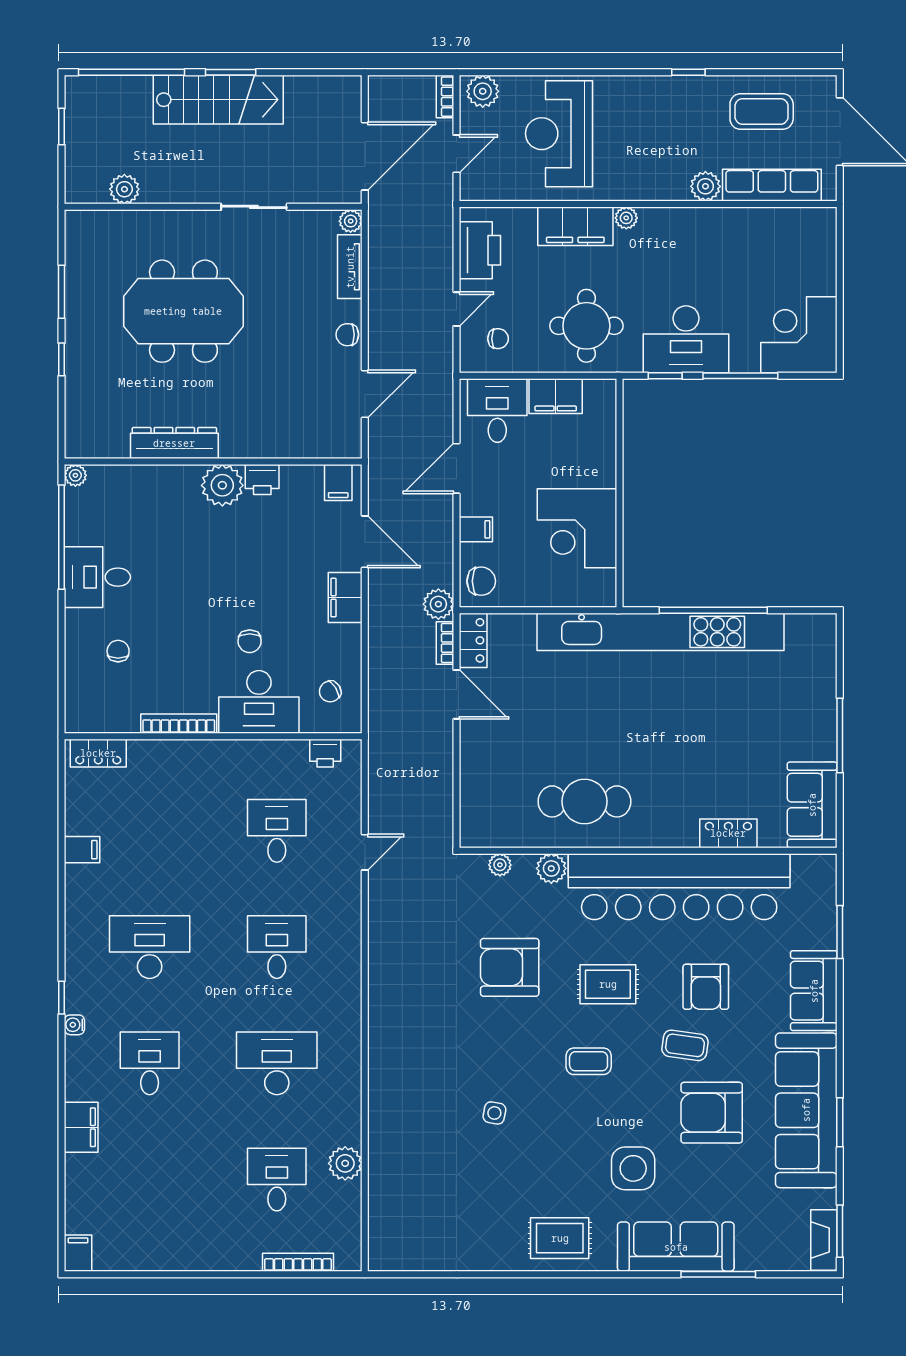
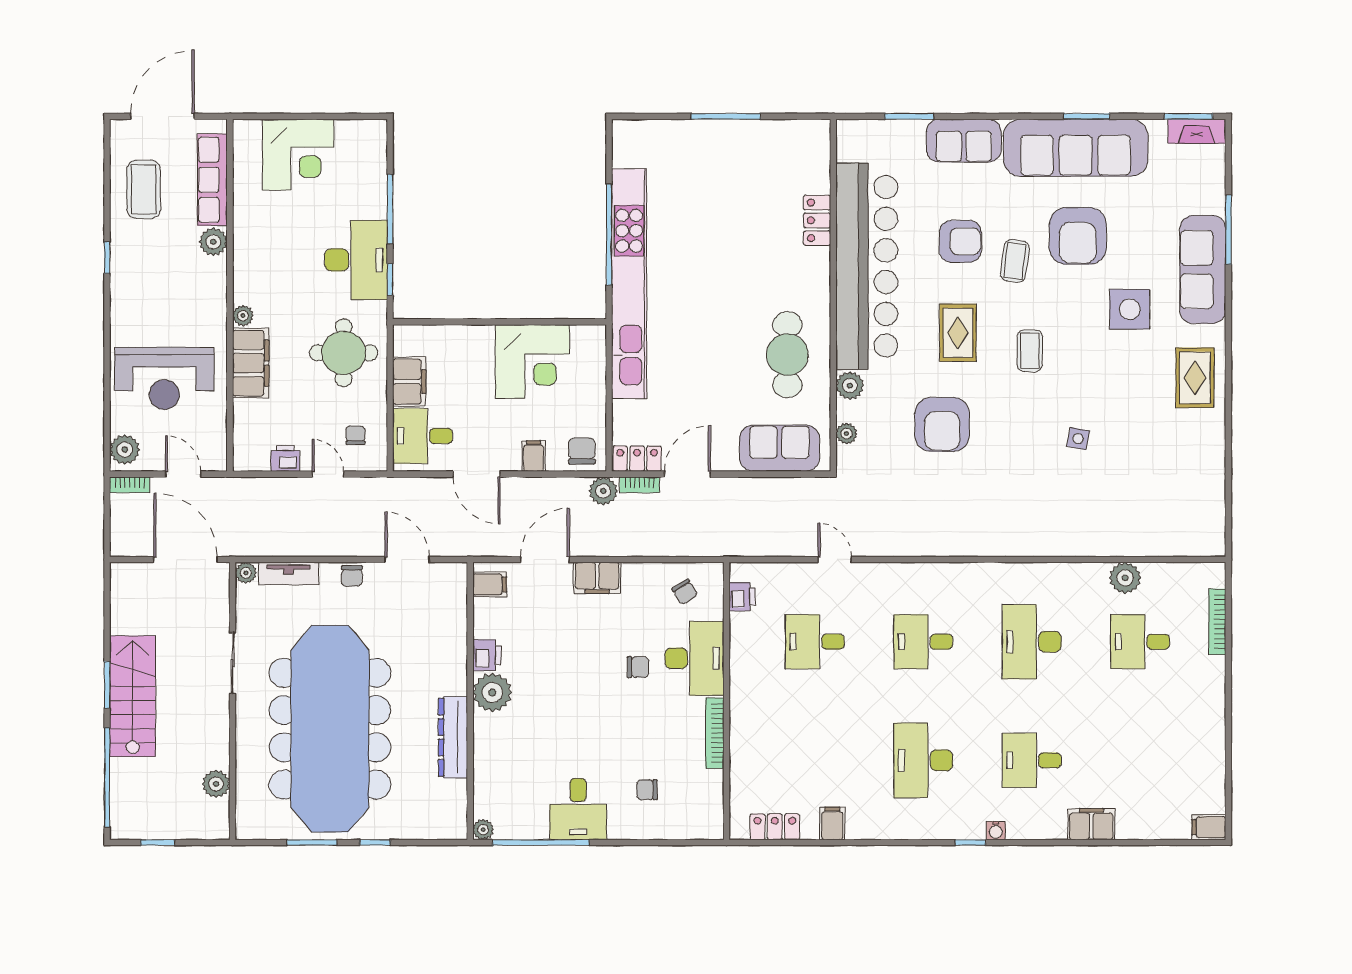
printer: (480, 250) -> (285, 458), width x0.53, depth x0.68
meeting table: (183, 311) -> (330, 729), width x1.86, depth x1.27
corner desk: (799, 335) -> (298, 155), moved, turned -90
locker: (98, 753) -> (775, 827), moved, turned -90
sofa: (812, 805) -> (780, 448), moved, turned 180

